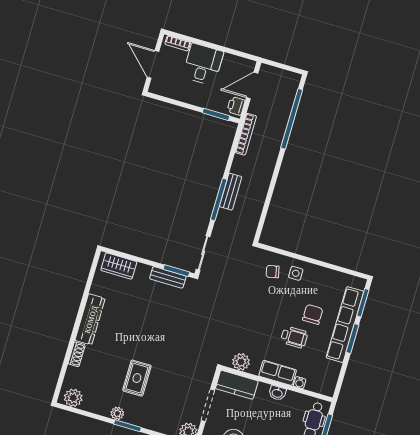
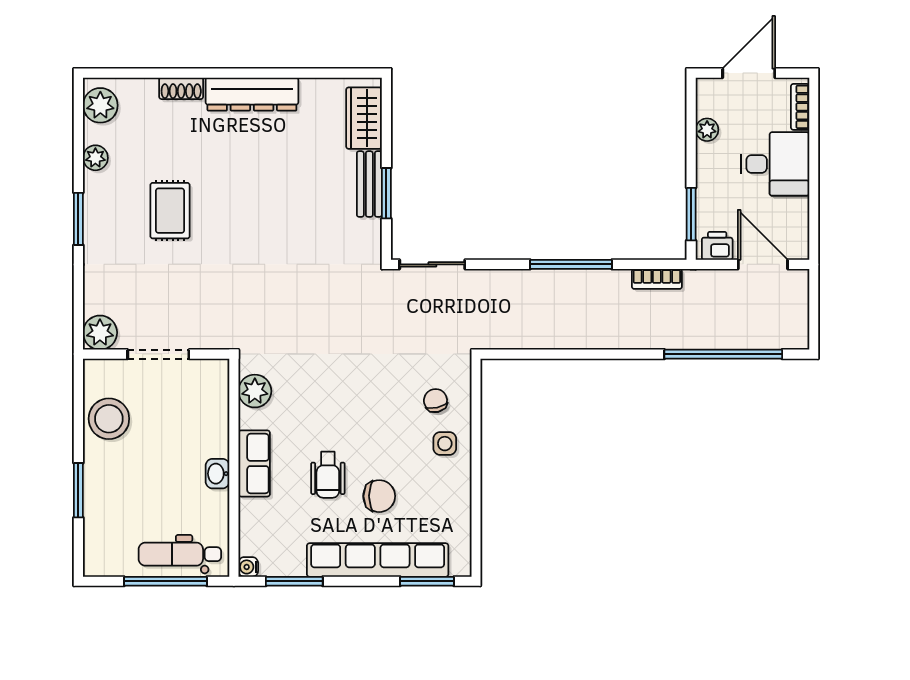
plant: (176, 94) -> (707, 130), added
bookcase: (246, 134) -> (657, 279), width x0.64
bench: (231, 192) -> (558, 282), removed
window: (219, 199) -> (571, 264), moved
window: (176, 271) -> (386, 193), moved
bench: (168, 277) -> (369, 184), moved
window: (352, 339) -> (294, 581), moved
rug: (137, 378) -> (170, 211), turned 90
water cooler: (300, 383) -> (248, 567), moved
kitchen counter: (237, 385) -> (211, 396), removed
plant: (117, 413) -> (95, 158), moved

